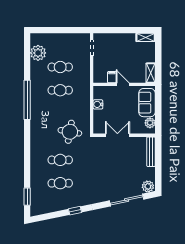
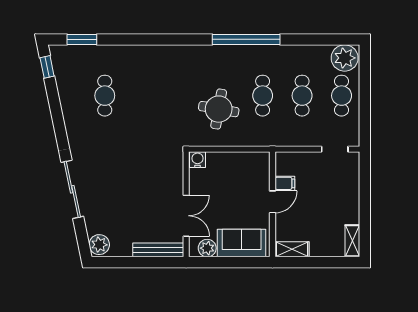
plant: (38, 53) -> (345, 58), moved
water cooler: (98, 104) -> (197, 160), moved
round table: (70, 132) -> (219, 109), moved
double door: (117, 135) -> (186, 216), moved
cafe table: (60, 160) -> (342, 96), moved
sliding door: (127, 200) -> (72, 189), moved
window: (75, 211) -> (47, 67), moved

